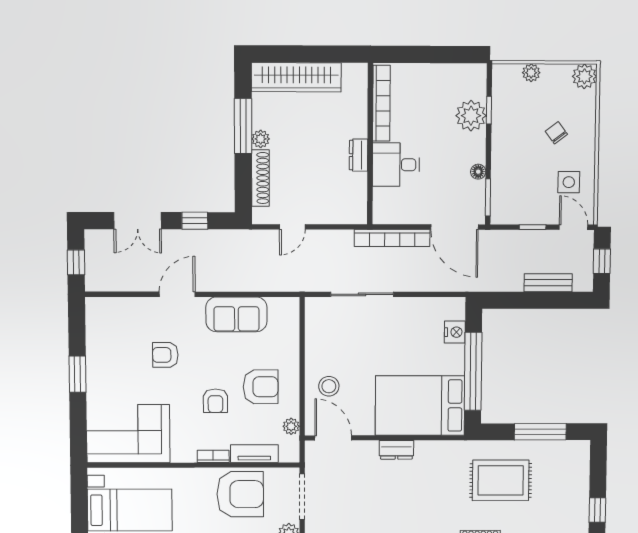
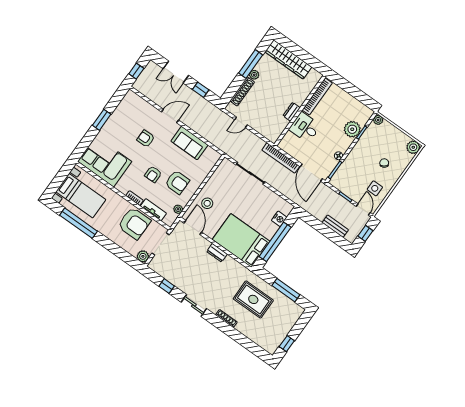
plant: (531, 73) -> (378, 120), moved

